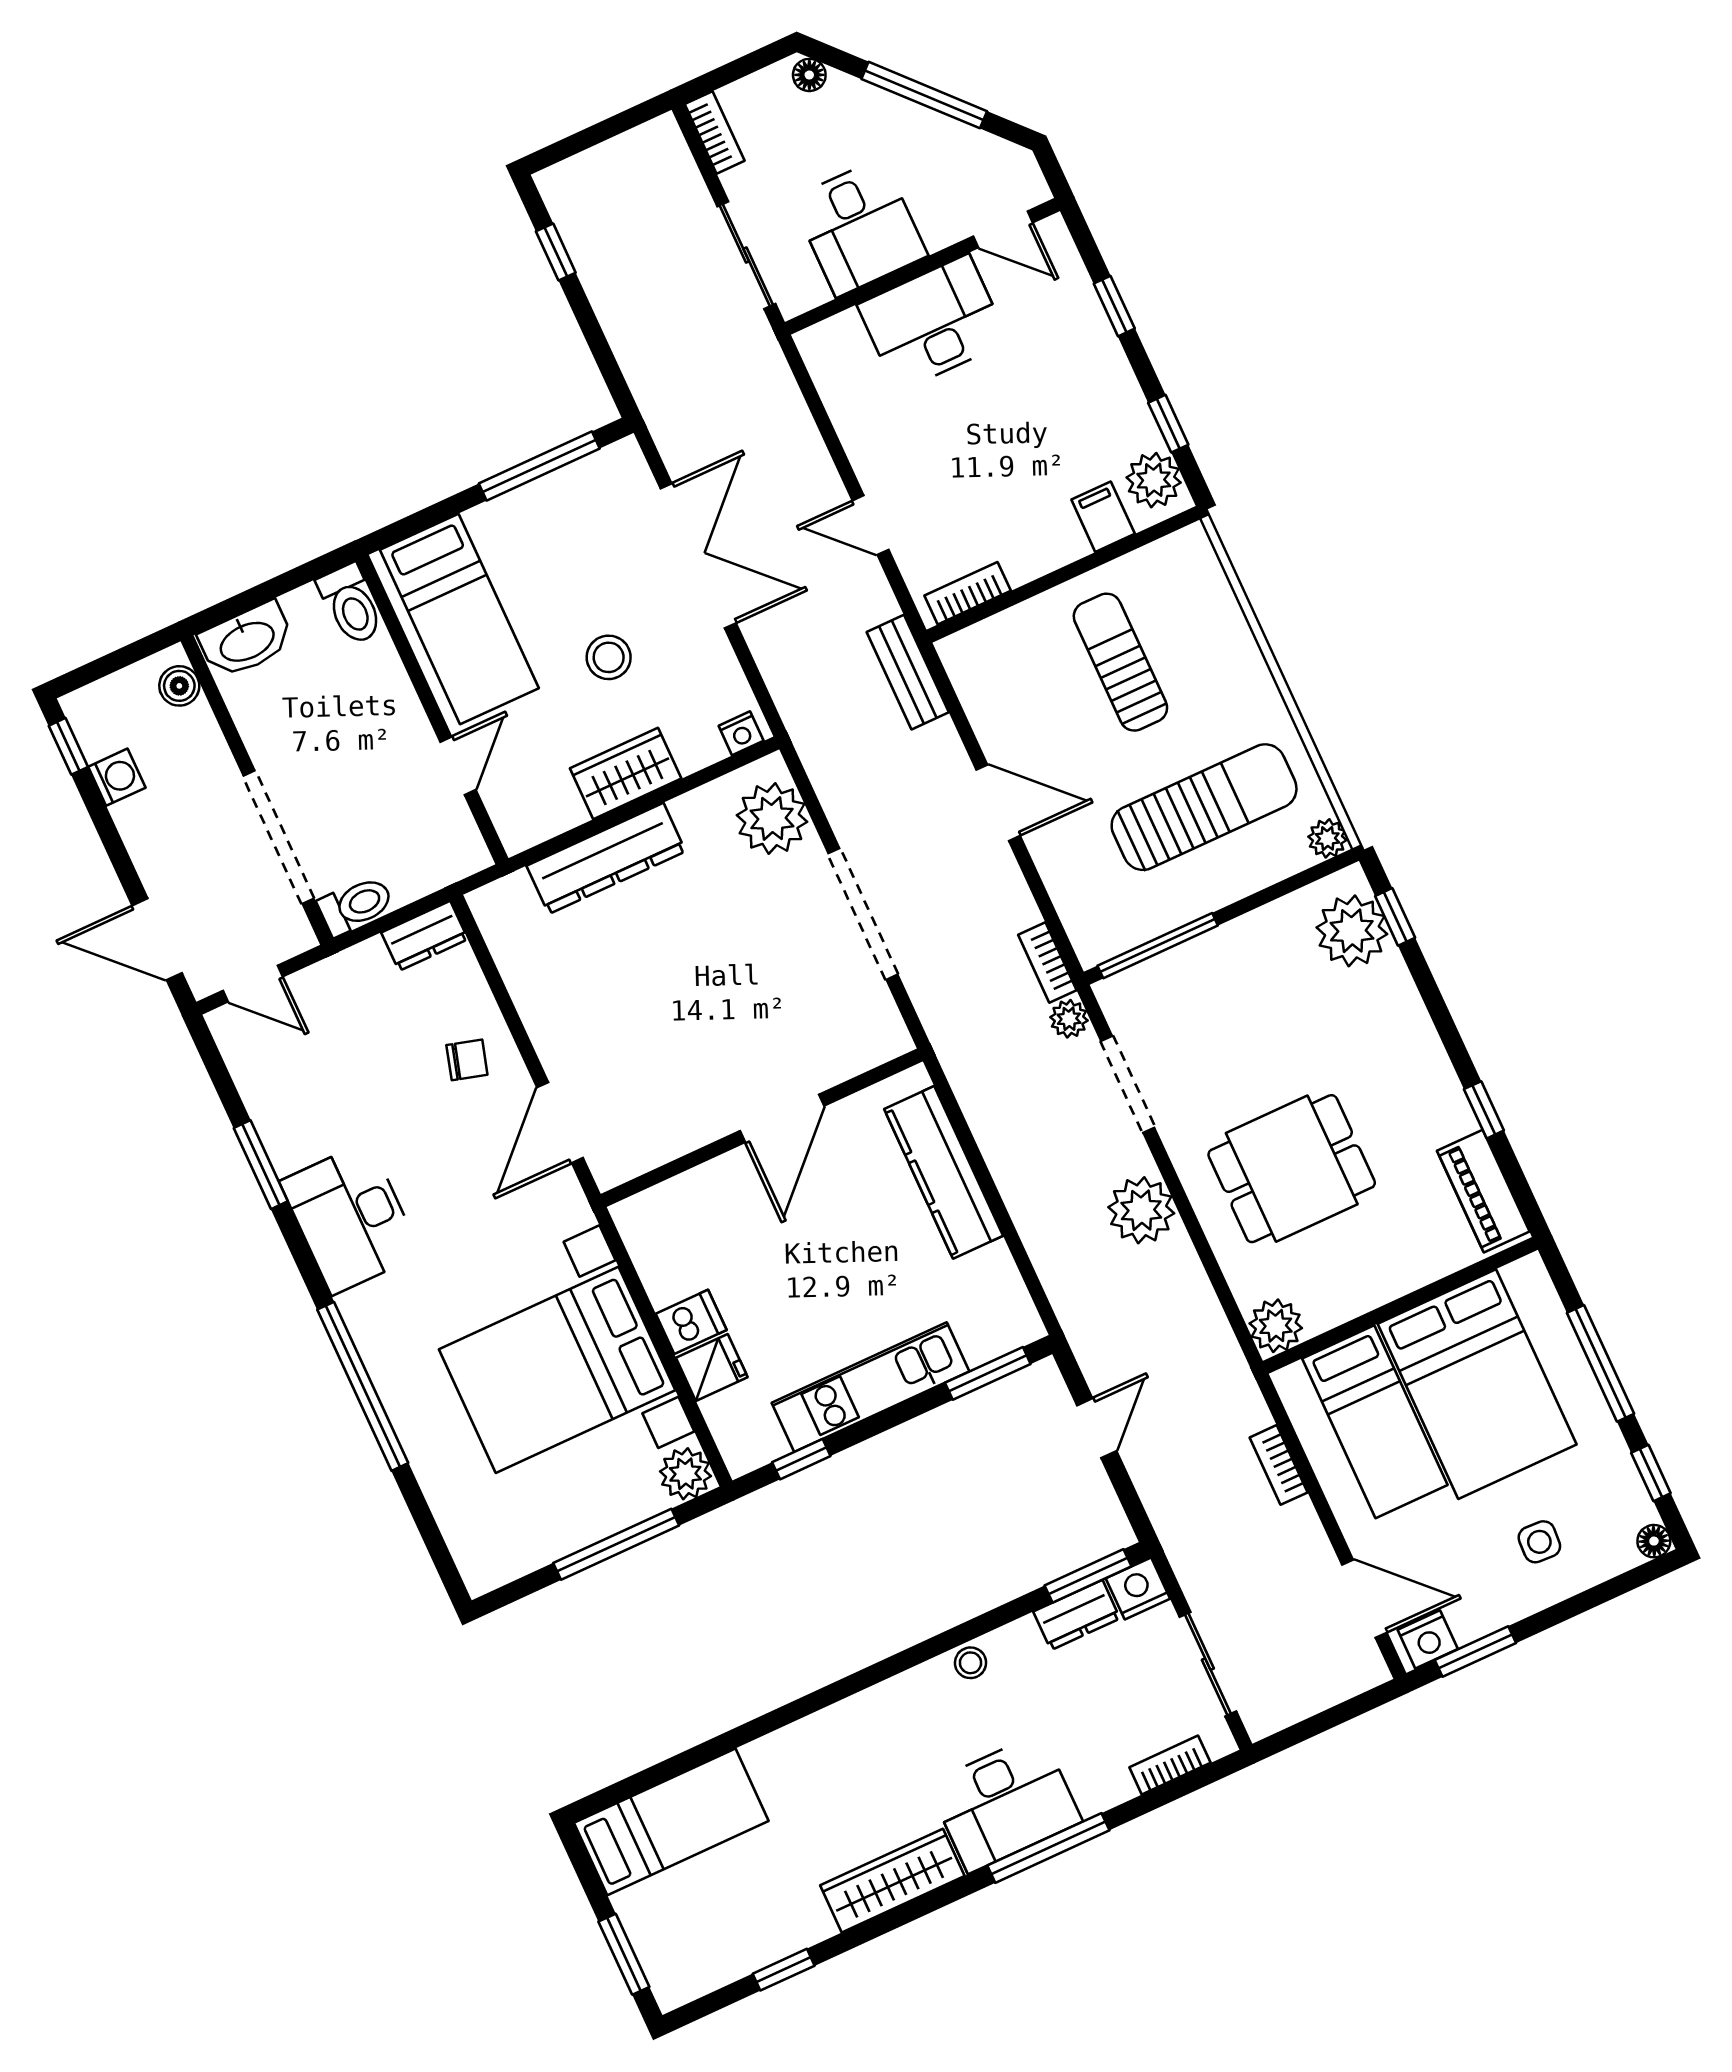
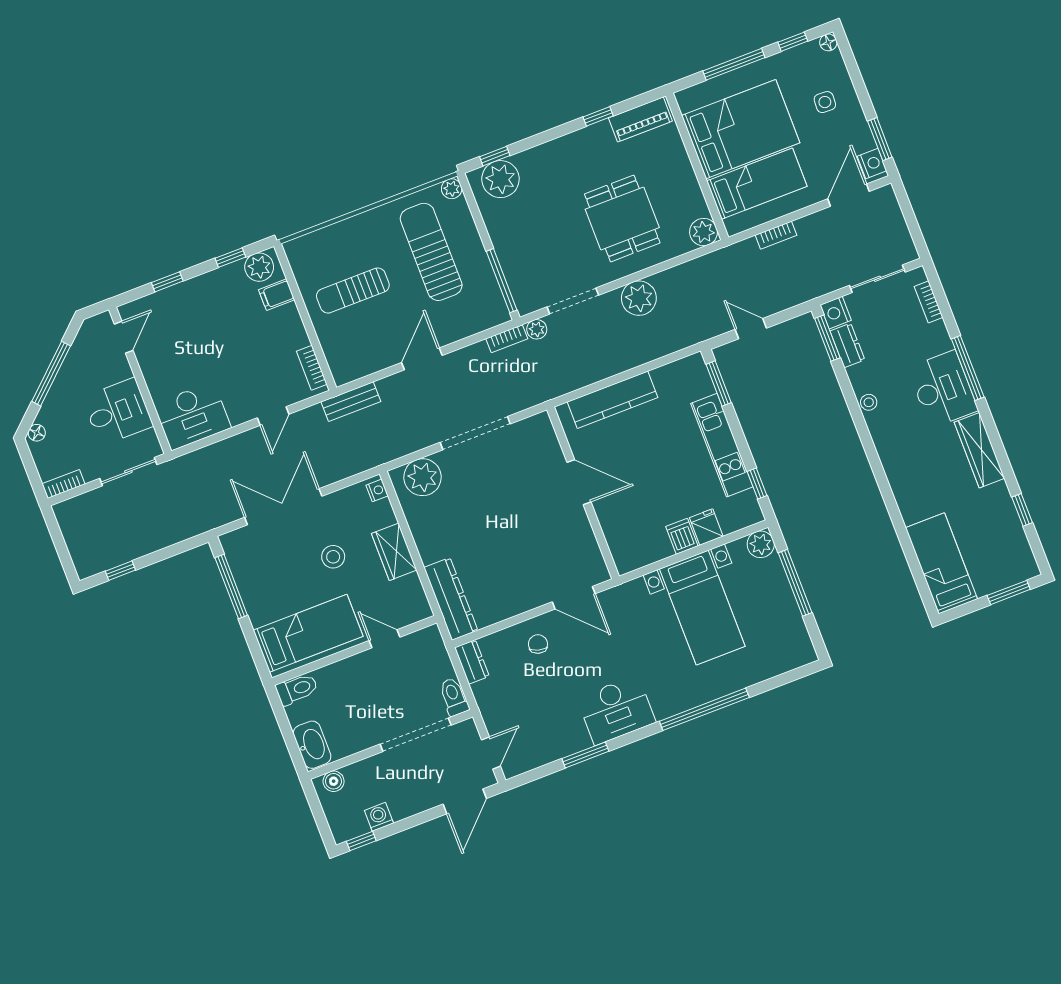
desk: (933, 323) -> (192, 416), moved, turned -90
dresser: (606, 858) -> (451, 599), moved
bed with nightstands: (557, 1370) -> (702, 608), width x0.73

